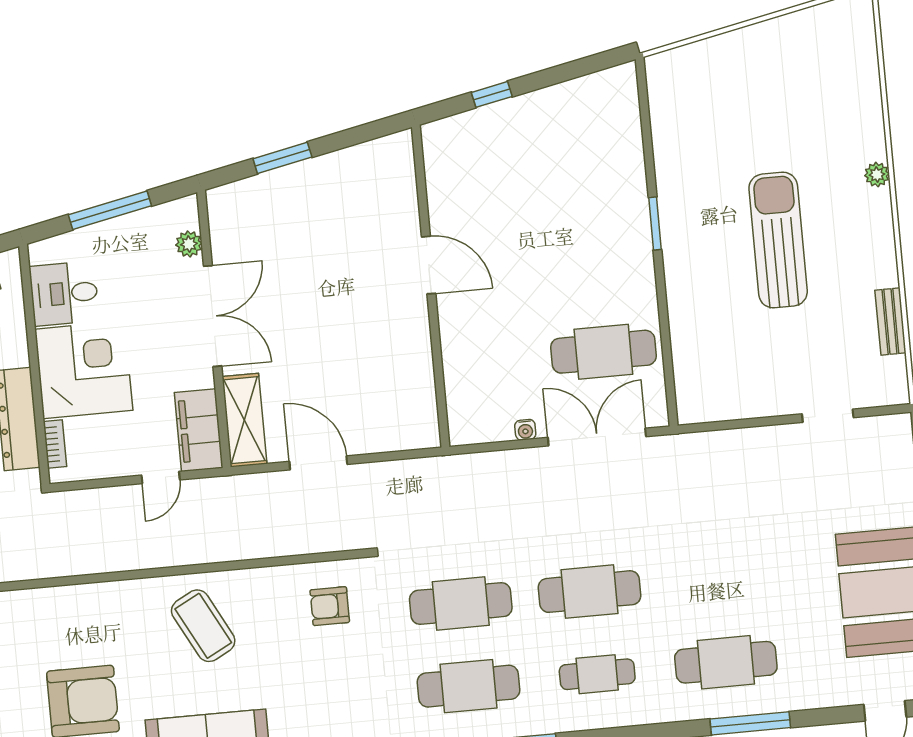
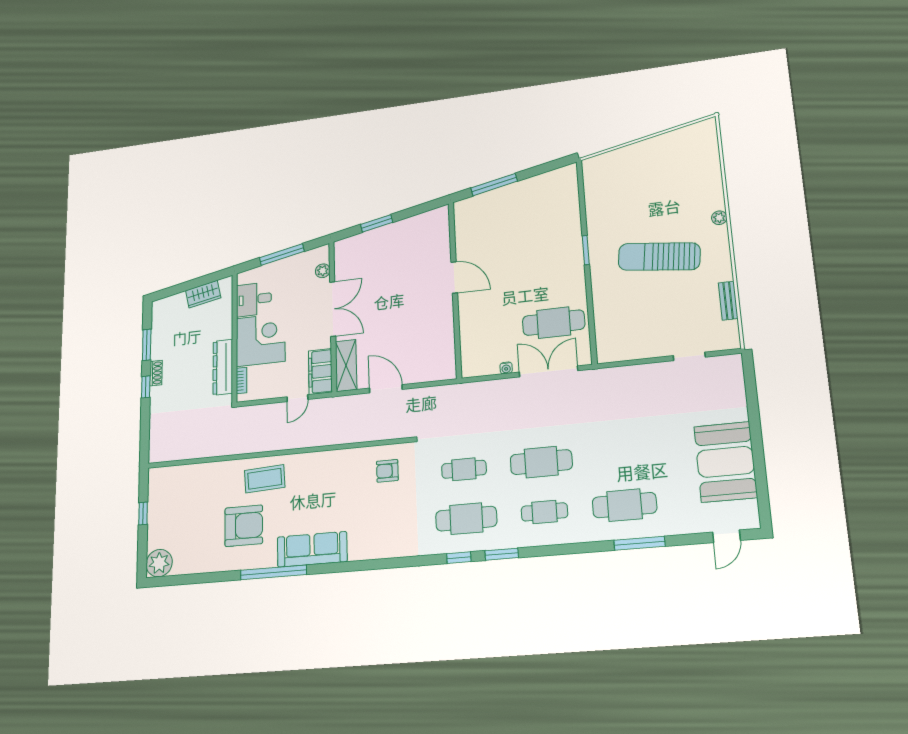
window: (492, 94) -> (494, 185), width x2.17
sun lounger: (778, 240) -> (659, 257), turned -83
cafe table: (461, 603) -> (464, 469), width x0.73, depth x0.74
coffee table: (203, 626) -> (265, 479), moved, turned -65

